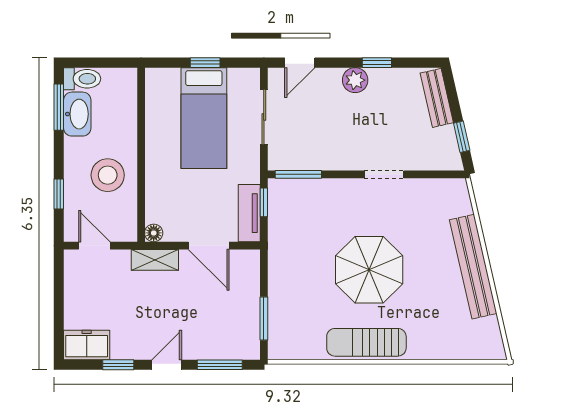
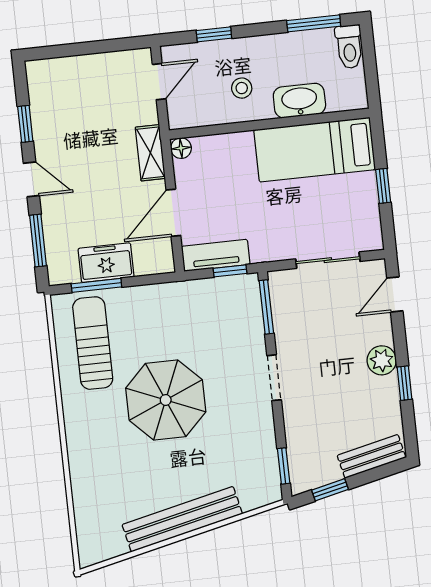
door: (300, 63) -> (395, 294), hinge flipped
washbasin: (77, 114) -> (299, 101), moved, turned 180
bed: (204, 118) -> (315, 150), moved
doorway: (384, 174) -> (274, 378), moved
window: (437, 174) -> (284, 466), added
stool: (108, 175) -> (242, 88), width x0.53, depth x0.53
sun lounger: (366, 342) -> (93, 343), moved
freezer: (87, 345) -> (106, 263), moved, turned -90

